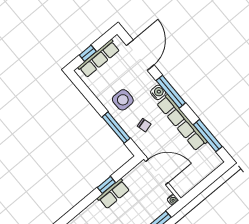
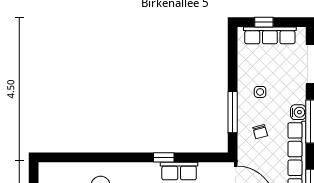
side table: (123, 100) -> (260, 92), width x0.54, depth x0.54
window: (106, 185) -> (164, 157), moved

